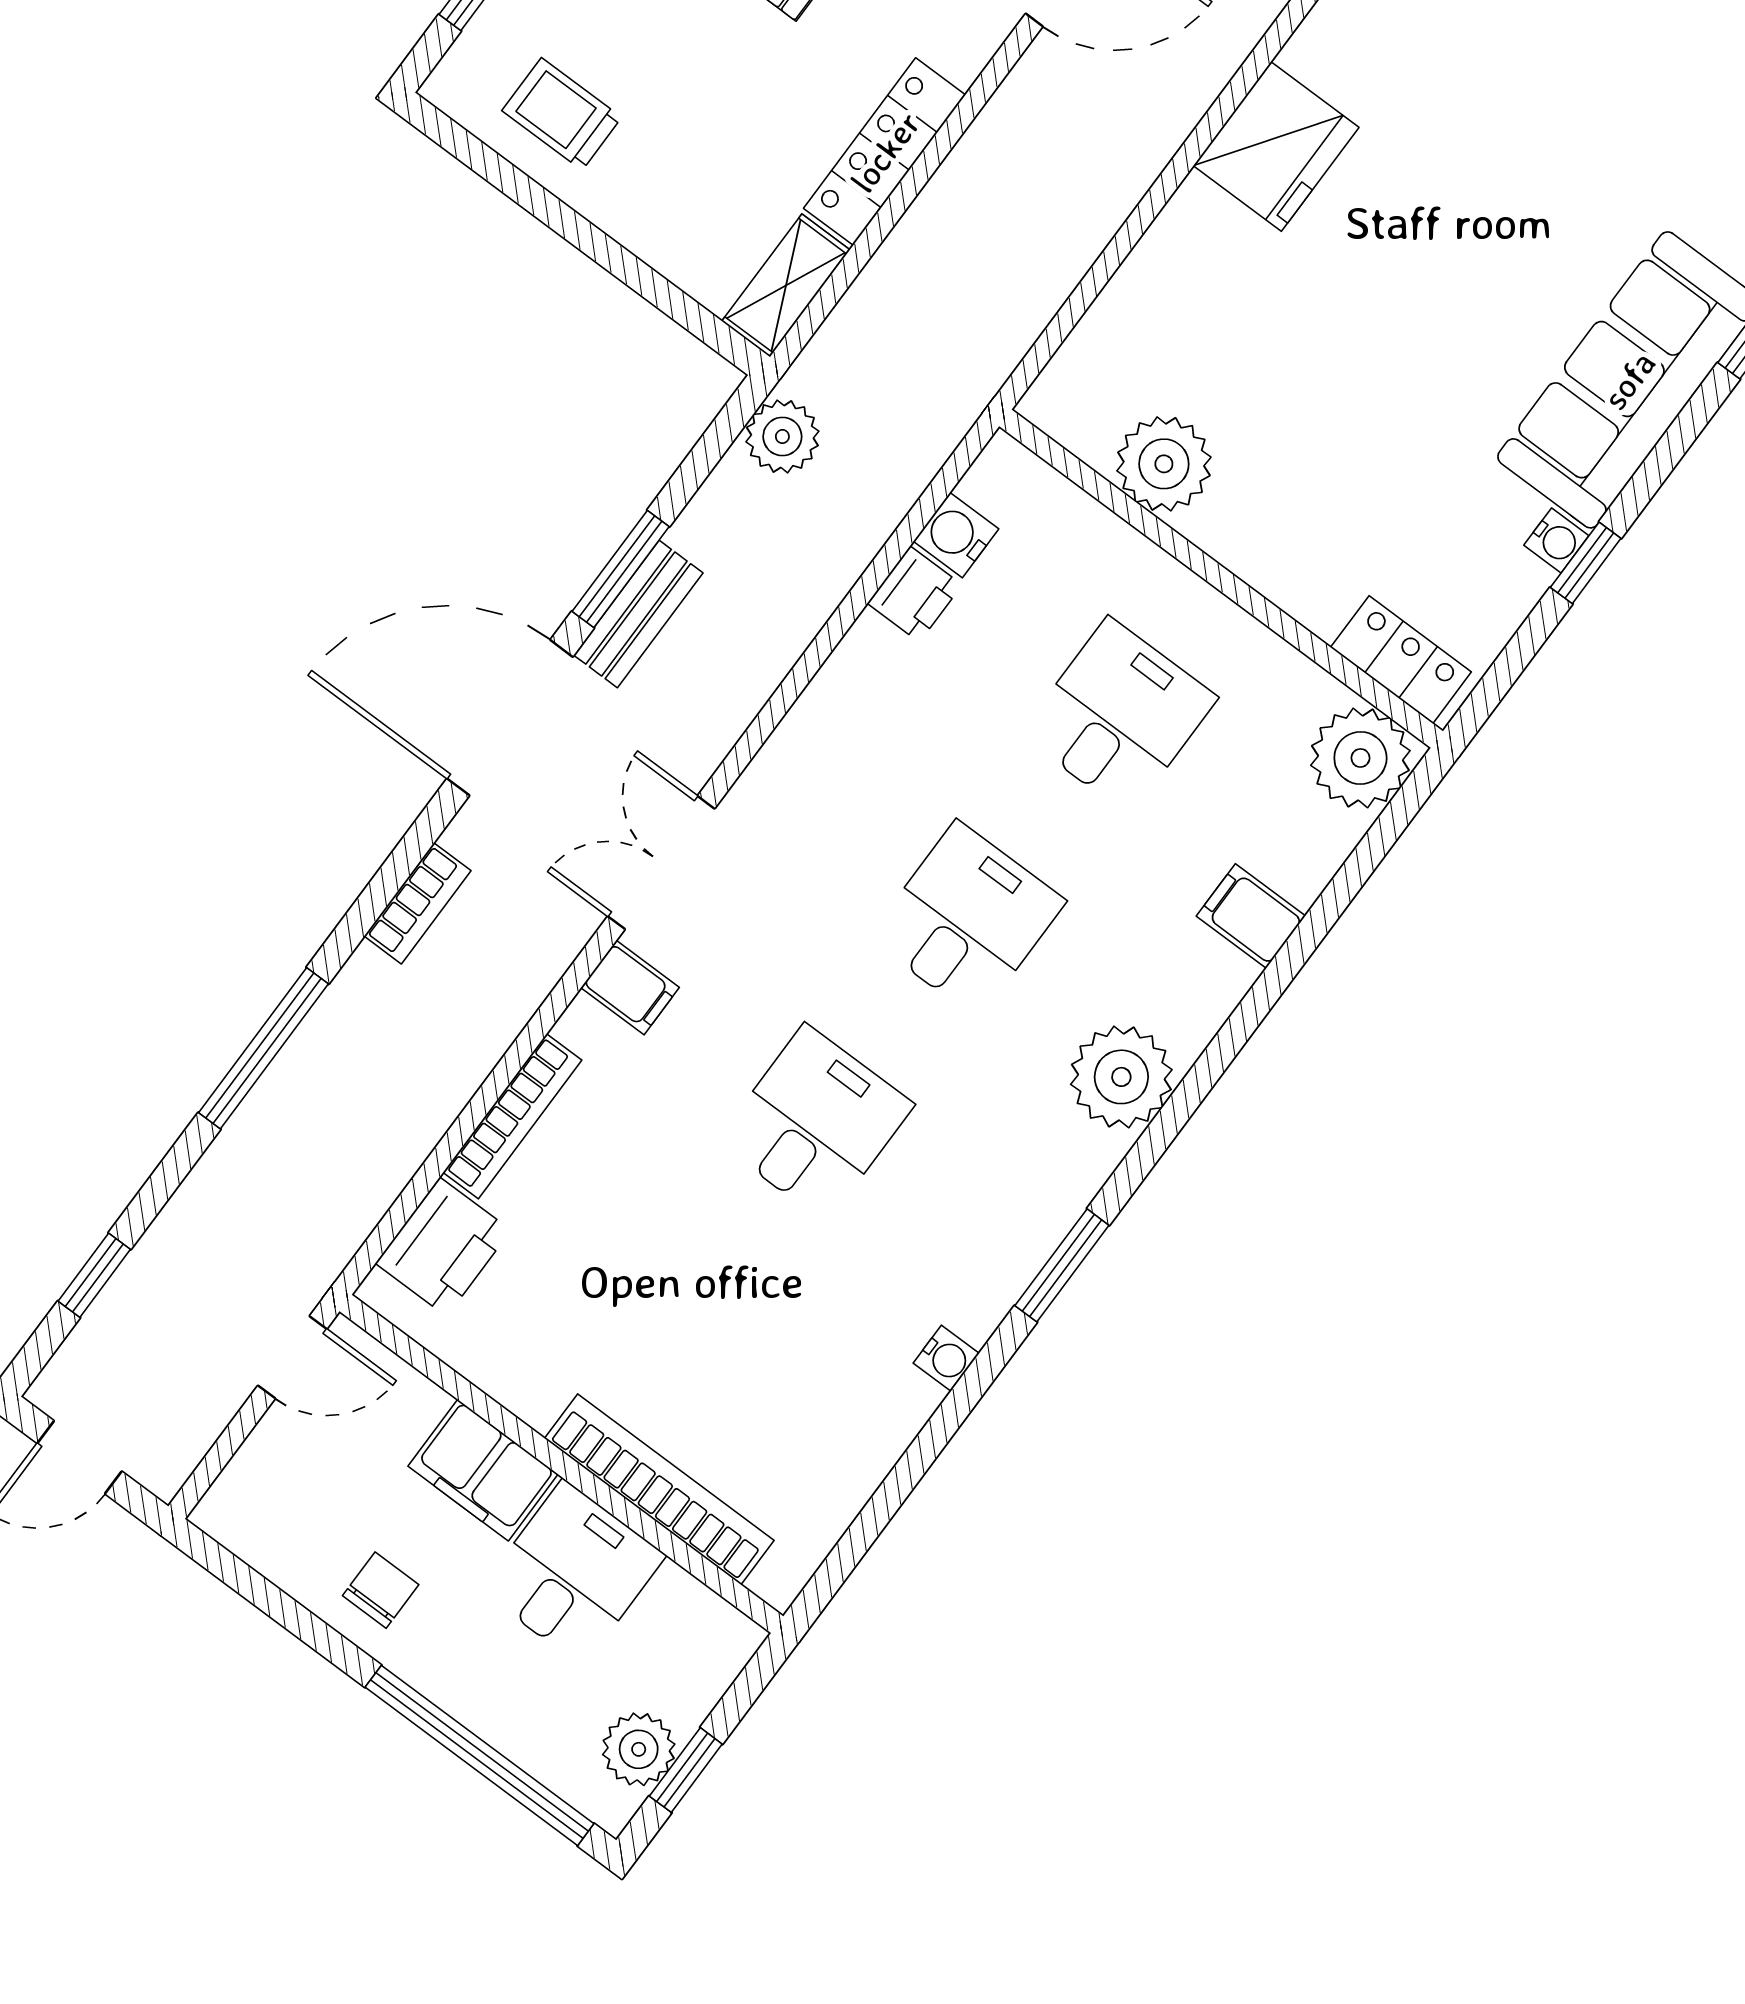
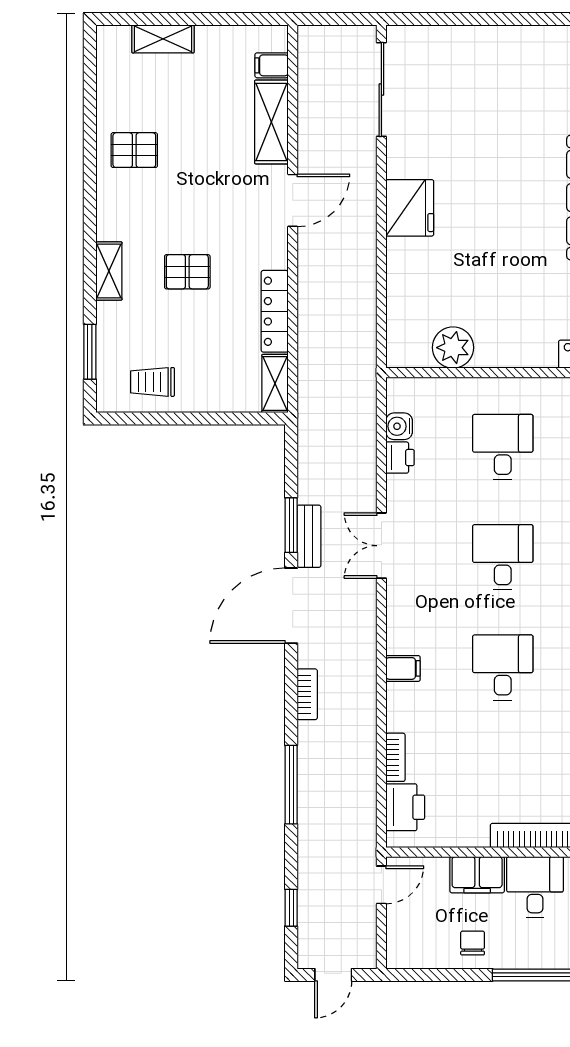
plant: (782, 437) -> (313, 437), removed
double door: (661, 862) -> (381, 546), moved
bookcase: (512, 1116) -> (395, 757), width x0.64

